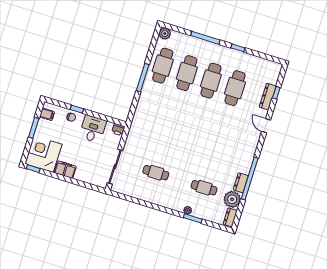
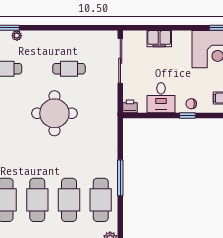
round table: (177, 142) -> (54, 113), added
filing cabinet: (65, 170) -> (159, 39), moved

